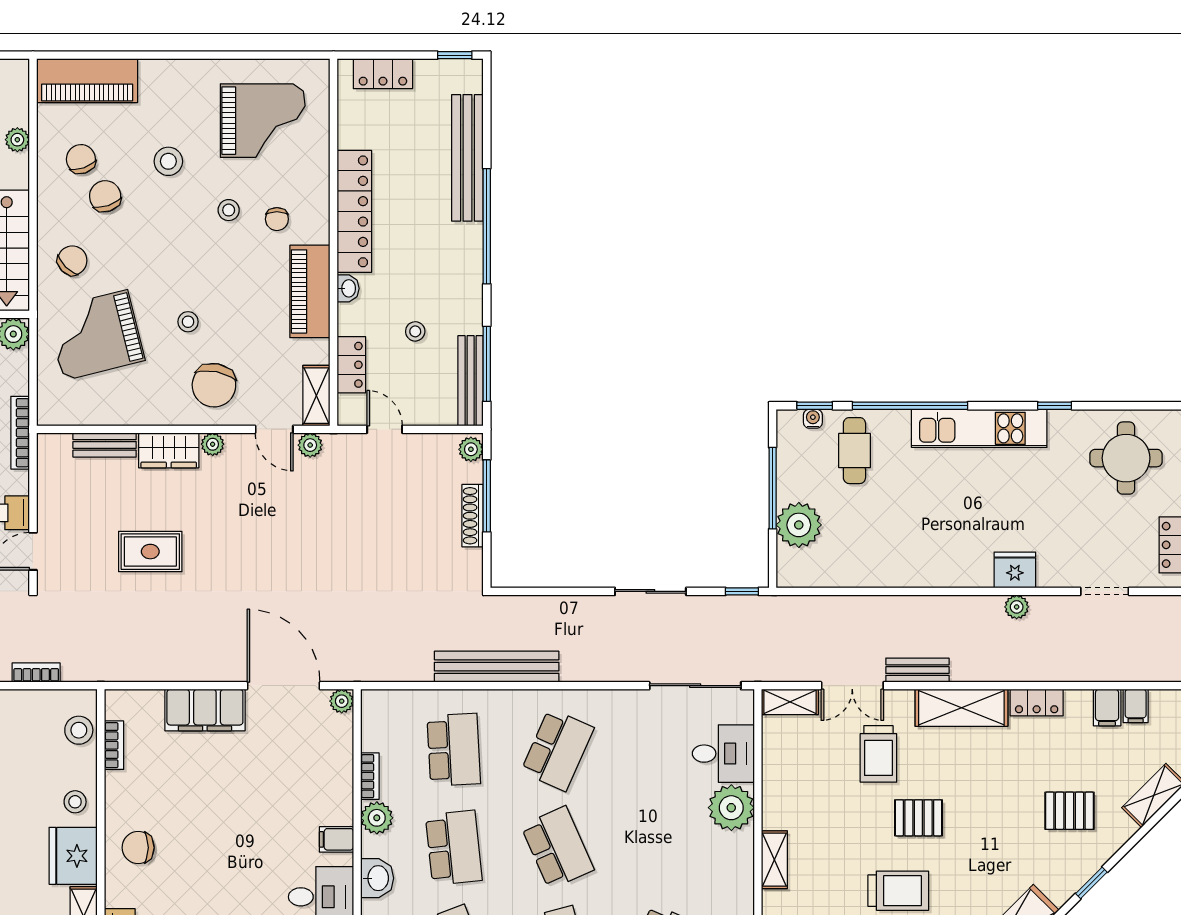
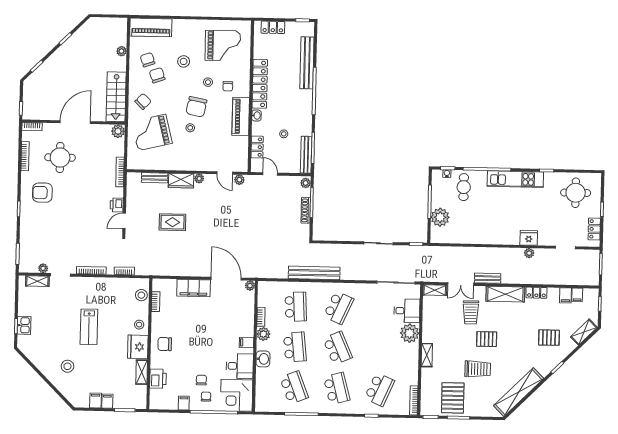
chair: (214, 385) -> (196, 107), moved
shelving: (316, 396) -> (242, 159), removed

